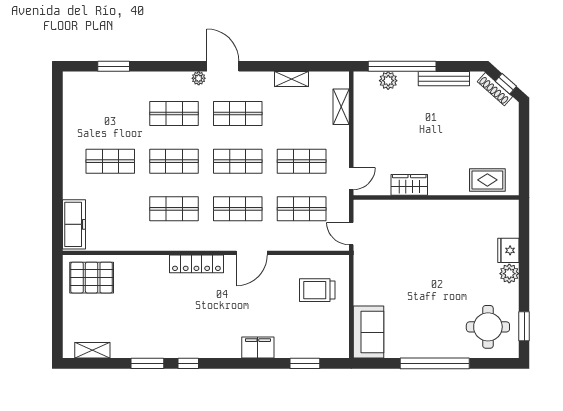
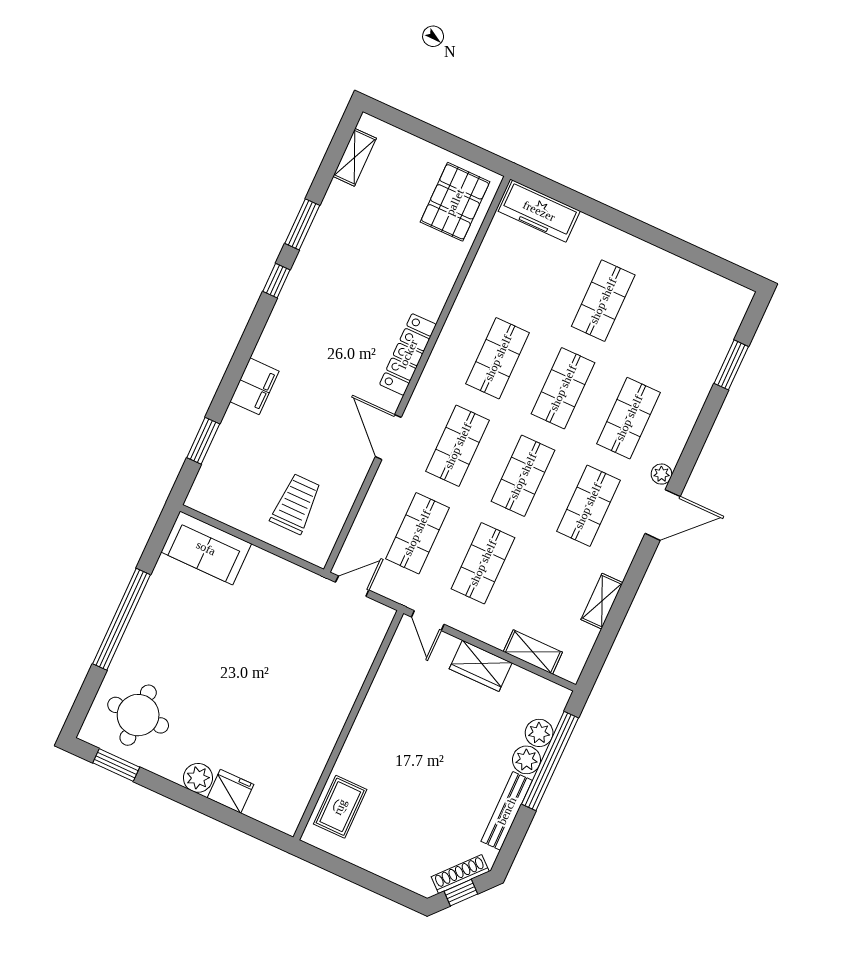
plant: (408, 81) -> (526, 760), added
wardrobe: (409, 185) -> (481, 666), moved, turned 90

